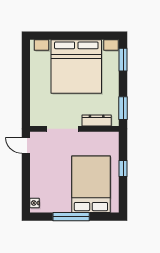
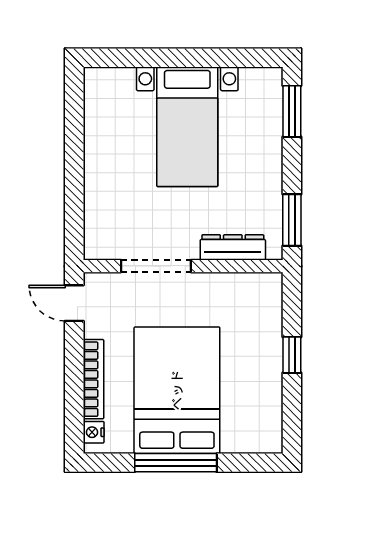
bed with nightstands: (76, 67) -> (187, 127), width x0.54
bookcase: (34, 179) -> (94, 379), added
bed: (91, 184) -> (177, 390), moved

